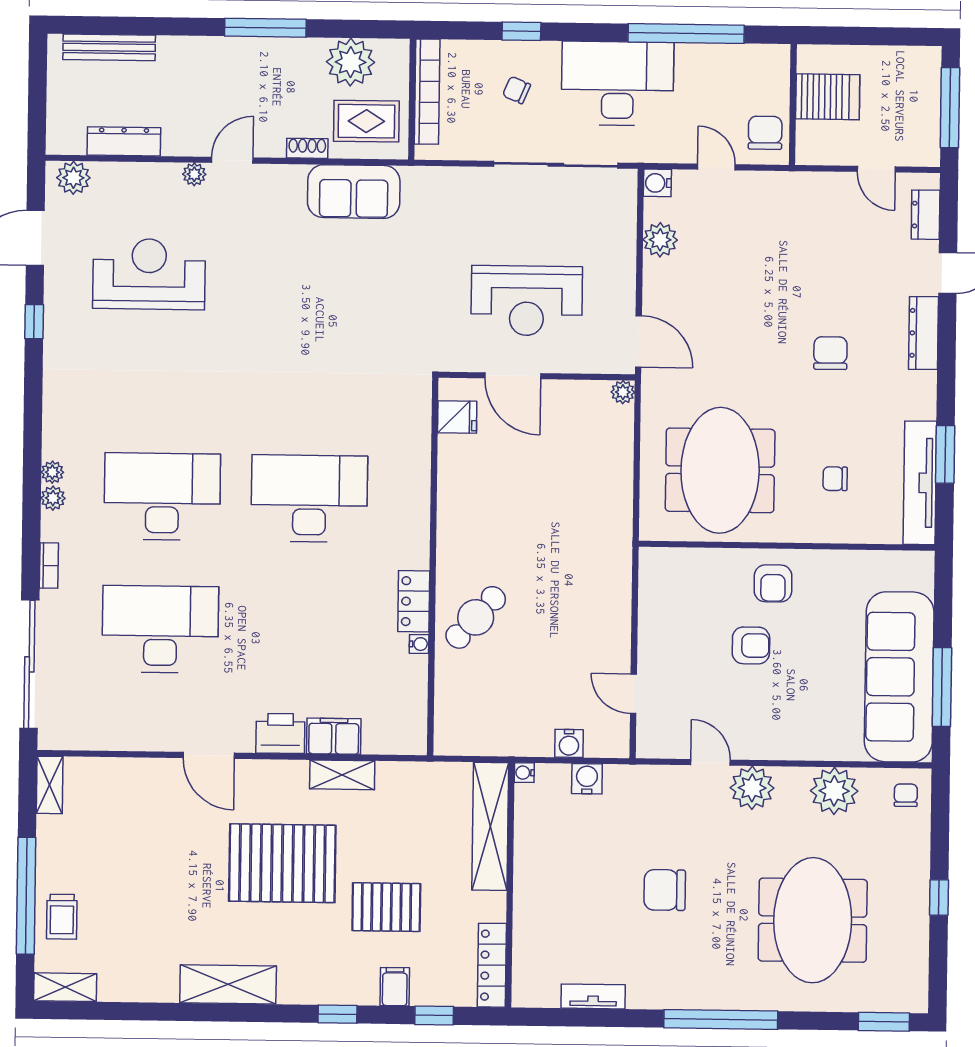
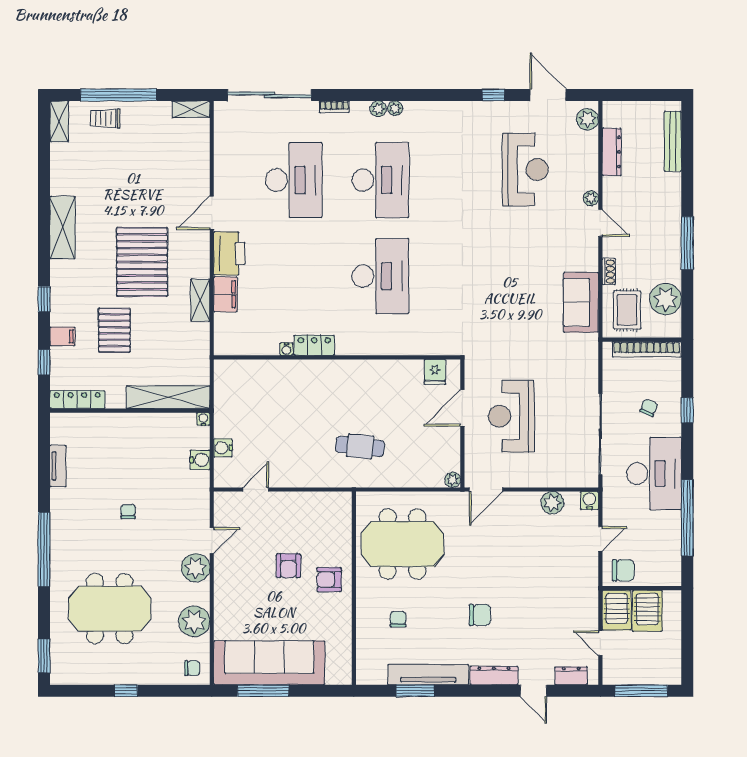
server rack: (826, 144) -> (617, 610), added
door: (876, 169) -> (600, 643), hinge flipped
tv unit: (920, 483) -> (428, 674), moved
cafe table: (476, 617) -> (360, 446), moved, turned -36
printer: (280, 733) -> (229, 254), width x1.37, depth x1.19
chair: (665, 890) -> (128, 512), width x0.54, depth x0.54

